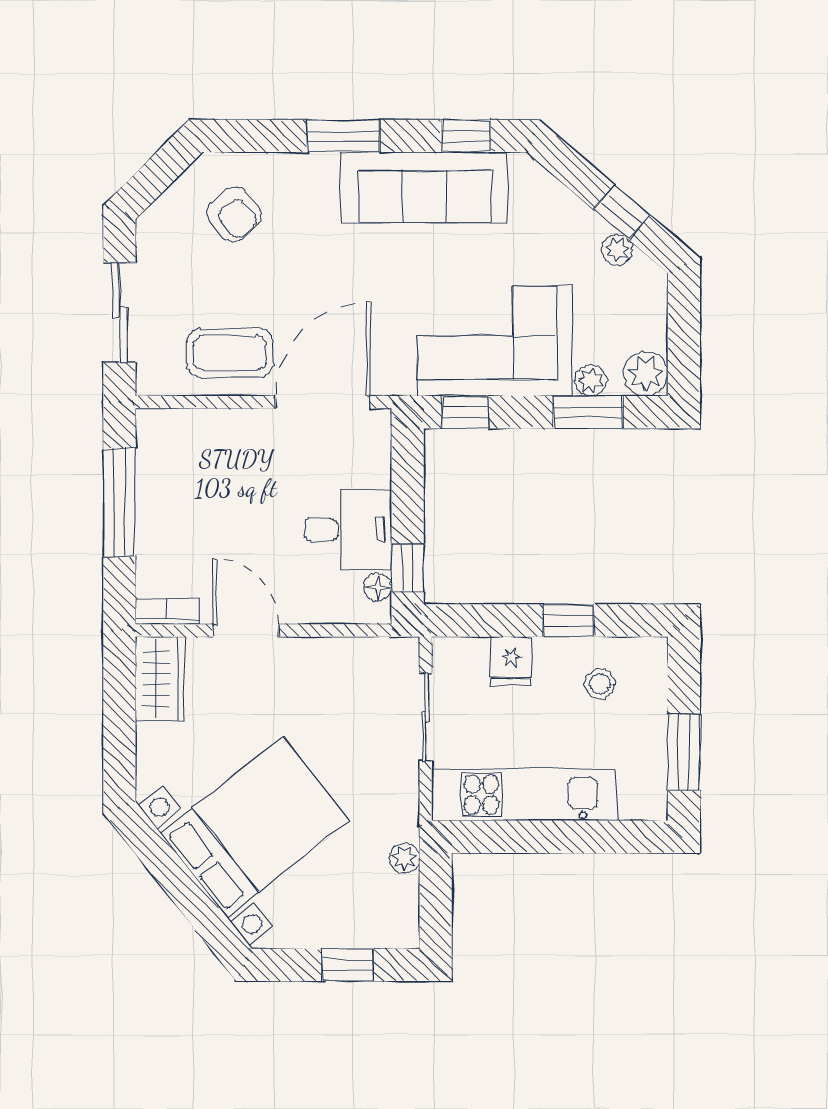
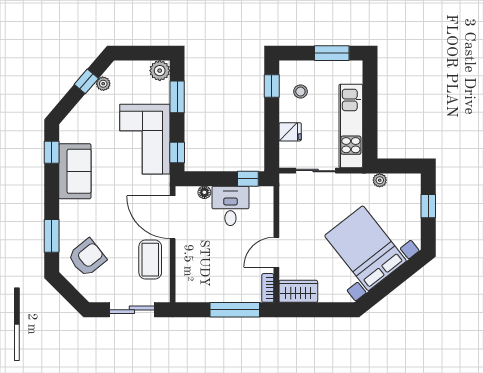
window: (343, 136) -> (52, 236), moved
sofa: (424, 187) -> (75, 171), width x0.73
armchair: (234, 214) -> (87, 258), width x1.38, depth x1.38
plant: (591, 380) -> (163, 96), removed
window: (119, 502) -> (235, 310), moved
floor lamp: (378, 587) -> (204, 192), moved
window: (568, 620) -> (272, 86), moved

